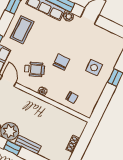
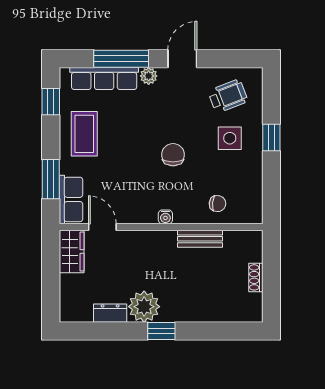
wheelchair: (34, 69) -> (228, 96), moved
bench: (28, 145) -> (200, 239), moved

